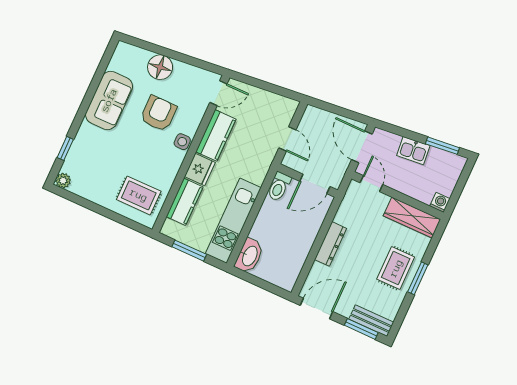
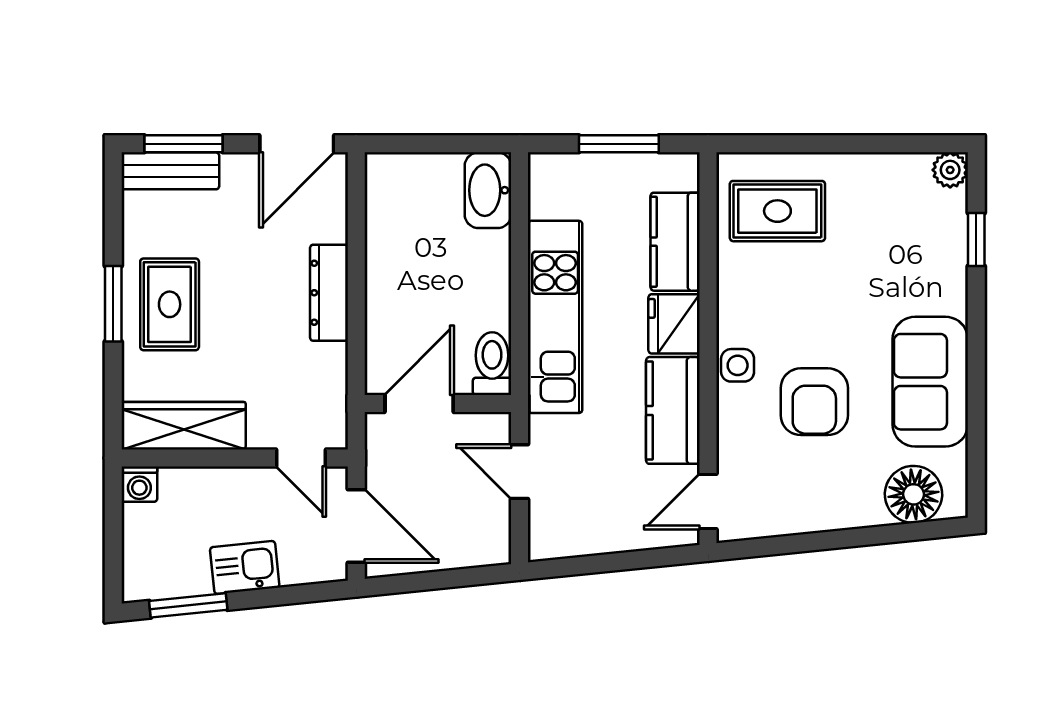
floor lamp: (160, 67) -> (914, 494), moved
kitchen unit: (233, 221) -> (555, 317), moved

